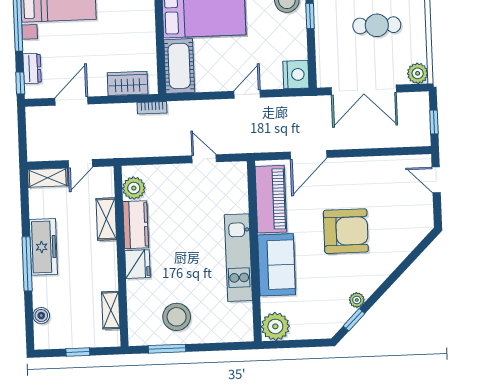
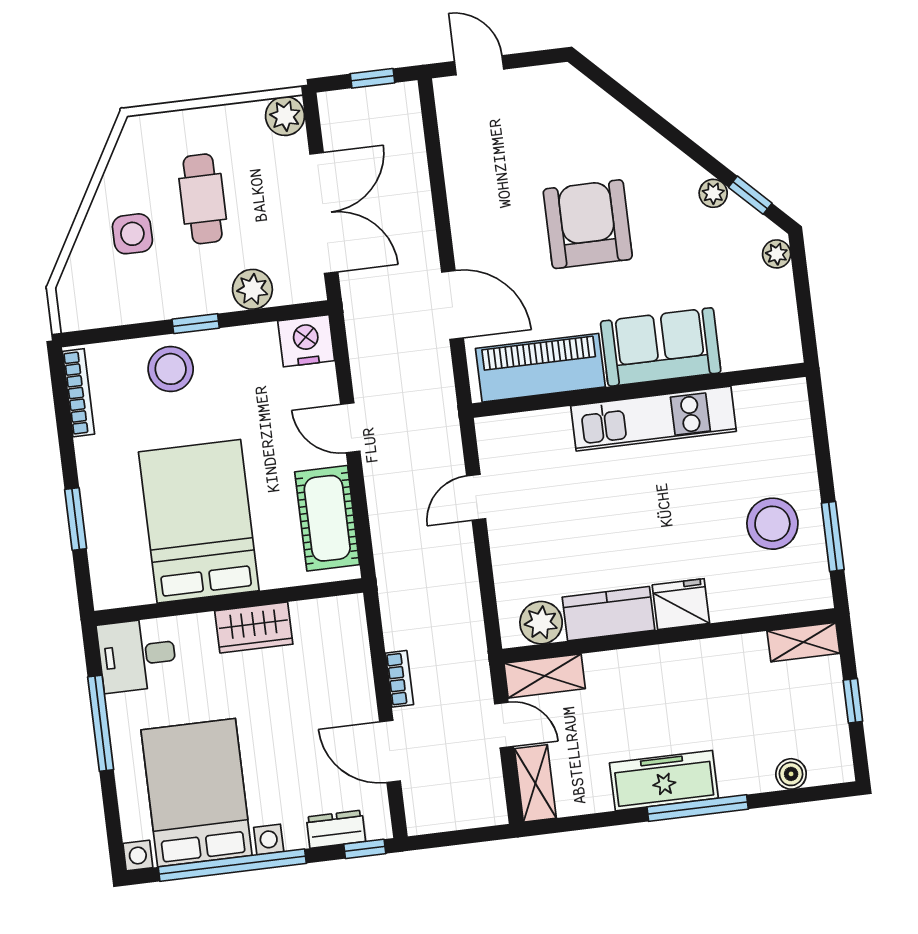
plant: (326, 48) -> (252, 289), added
cot: (179, 66) -> (327, 518), moved, turned 90
wardrobe: (128, 83) -> (254, 627), moved, turned -90
bookcase: (152, 108) -> (399, 679), moved
door: (436, 180) -> (479, 65), swing flipped
shelving: (106, 219) -> (545, 676), moved
shelving: (111, 310) -> (803, 642), moved
plant: (275, 326) -> (777, 254), moved, width x0.53, depth x0.53

